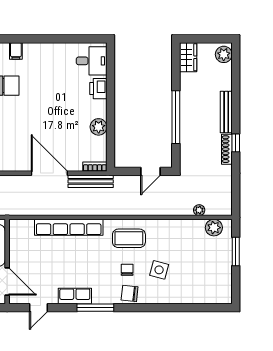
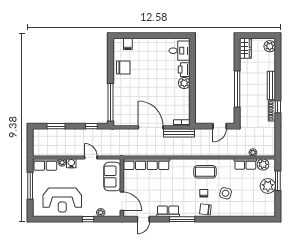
plant: (99, 127) -> (184, 83), moved
row of seats: (69, 227) -> (146, 164), moved
row of seats: (188, 227) -> (245, 164), added
plant: (221, 259) -> (268, 186), added

